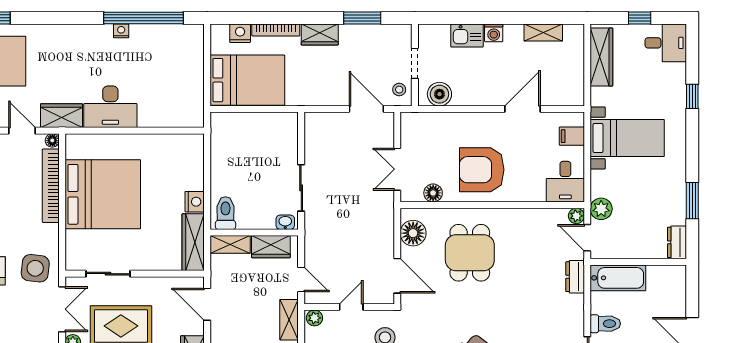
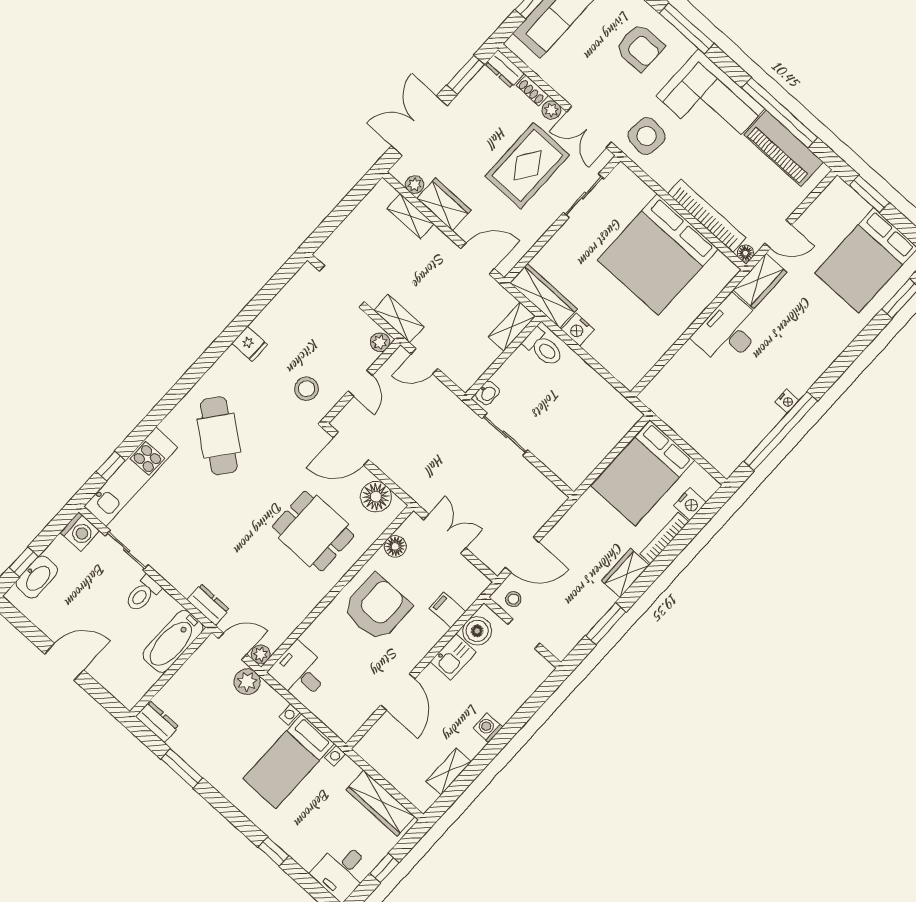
kitchen sink: (467, 35) -> (453, 657), moved, turned 180
filing cabinet: (572, 136) -> (448, 610), moved, turned -90
wardrobe: (271, 247) -> (477, 361), removed

